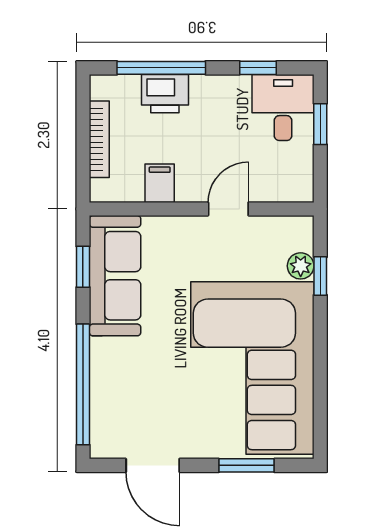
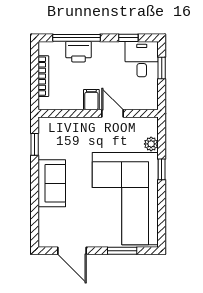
filing cabinet: (160, 183) -> (91, 100), moved
door: (228, 209) -> (112, 113), hinge flipped
sofa: (115, 276) -> (52, 183), moved, width x0.73
window: (320, 276) -> (162, 169), moved
window: (83, 384) -> (35, 207), removed

